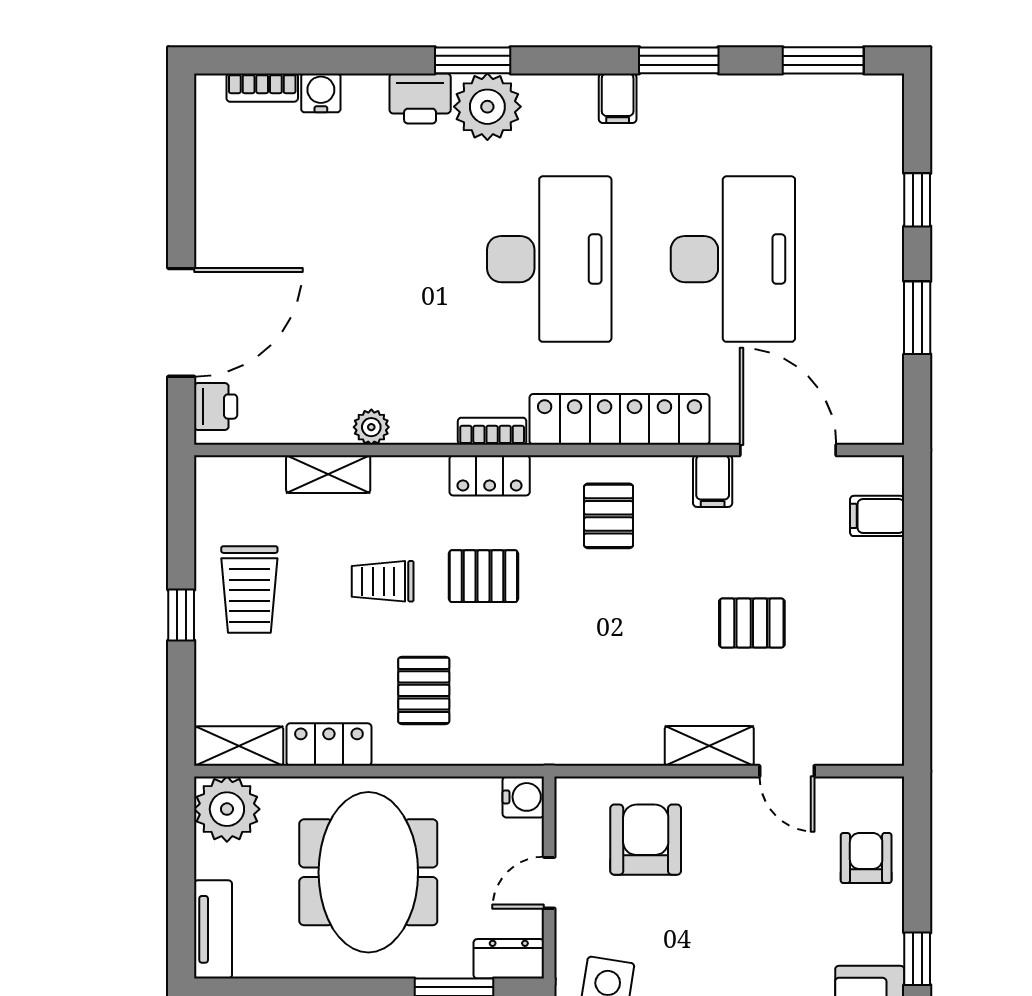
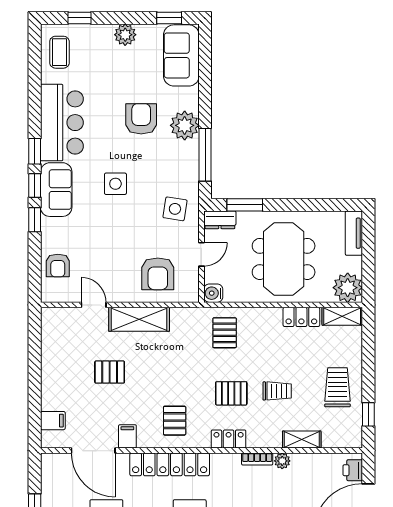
bookcase: (492, 431) -> (257, 459), moved
window: (181, 615) -> (368, 414), moved
pallet: (424, 690) -> (225, 333), moved
shelving: (709, 746) -> (139, 319), width x1.50, depth x1.33

